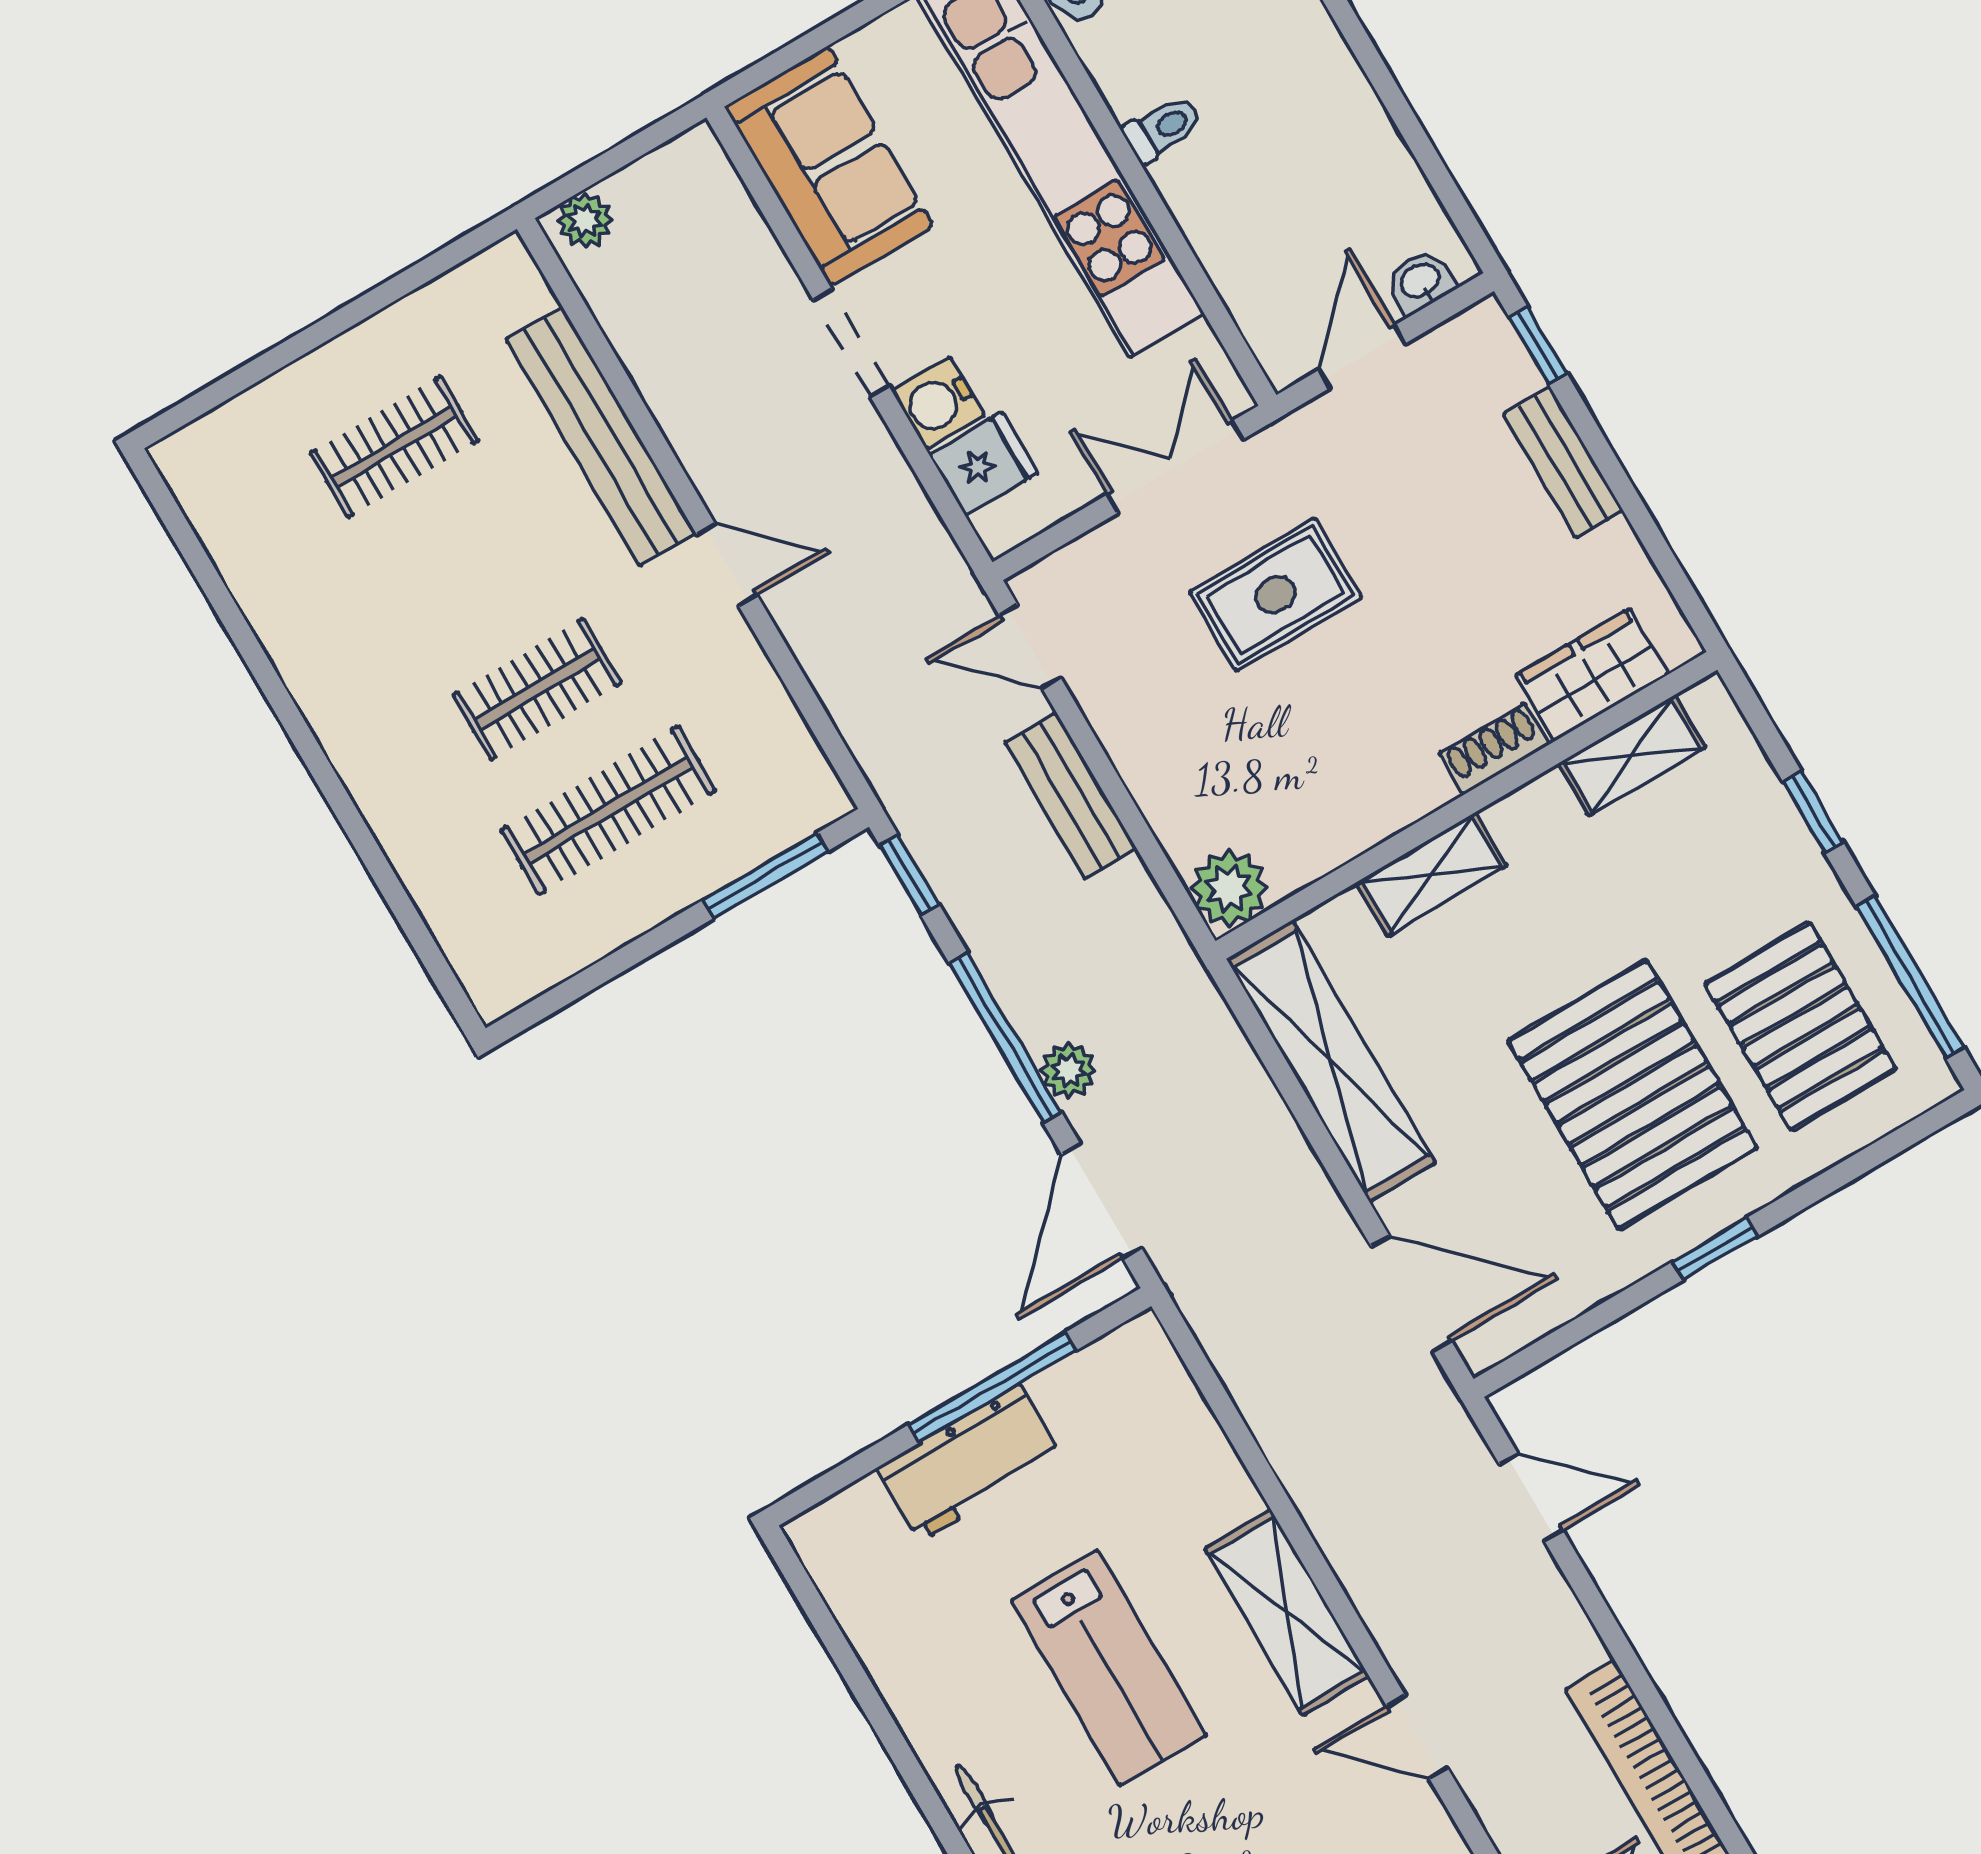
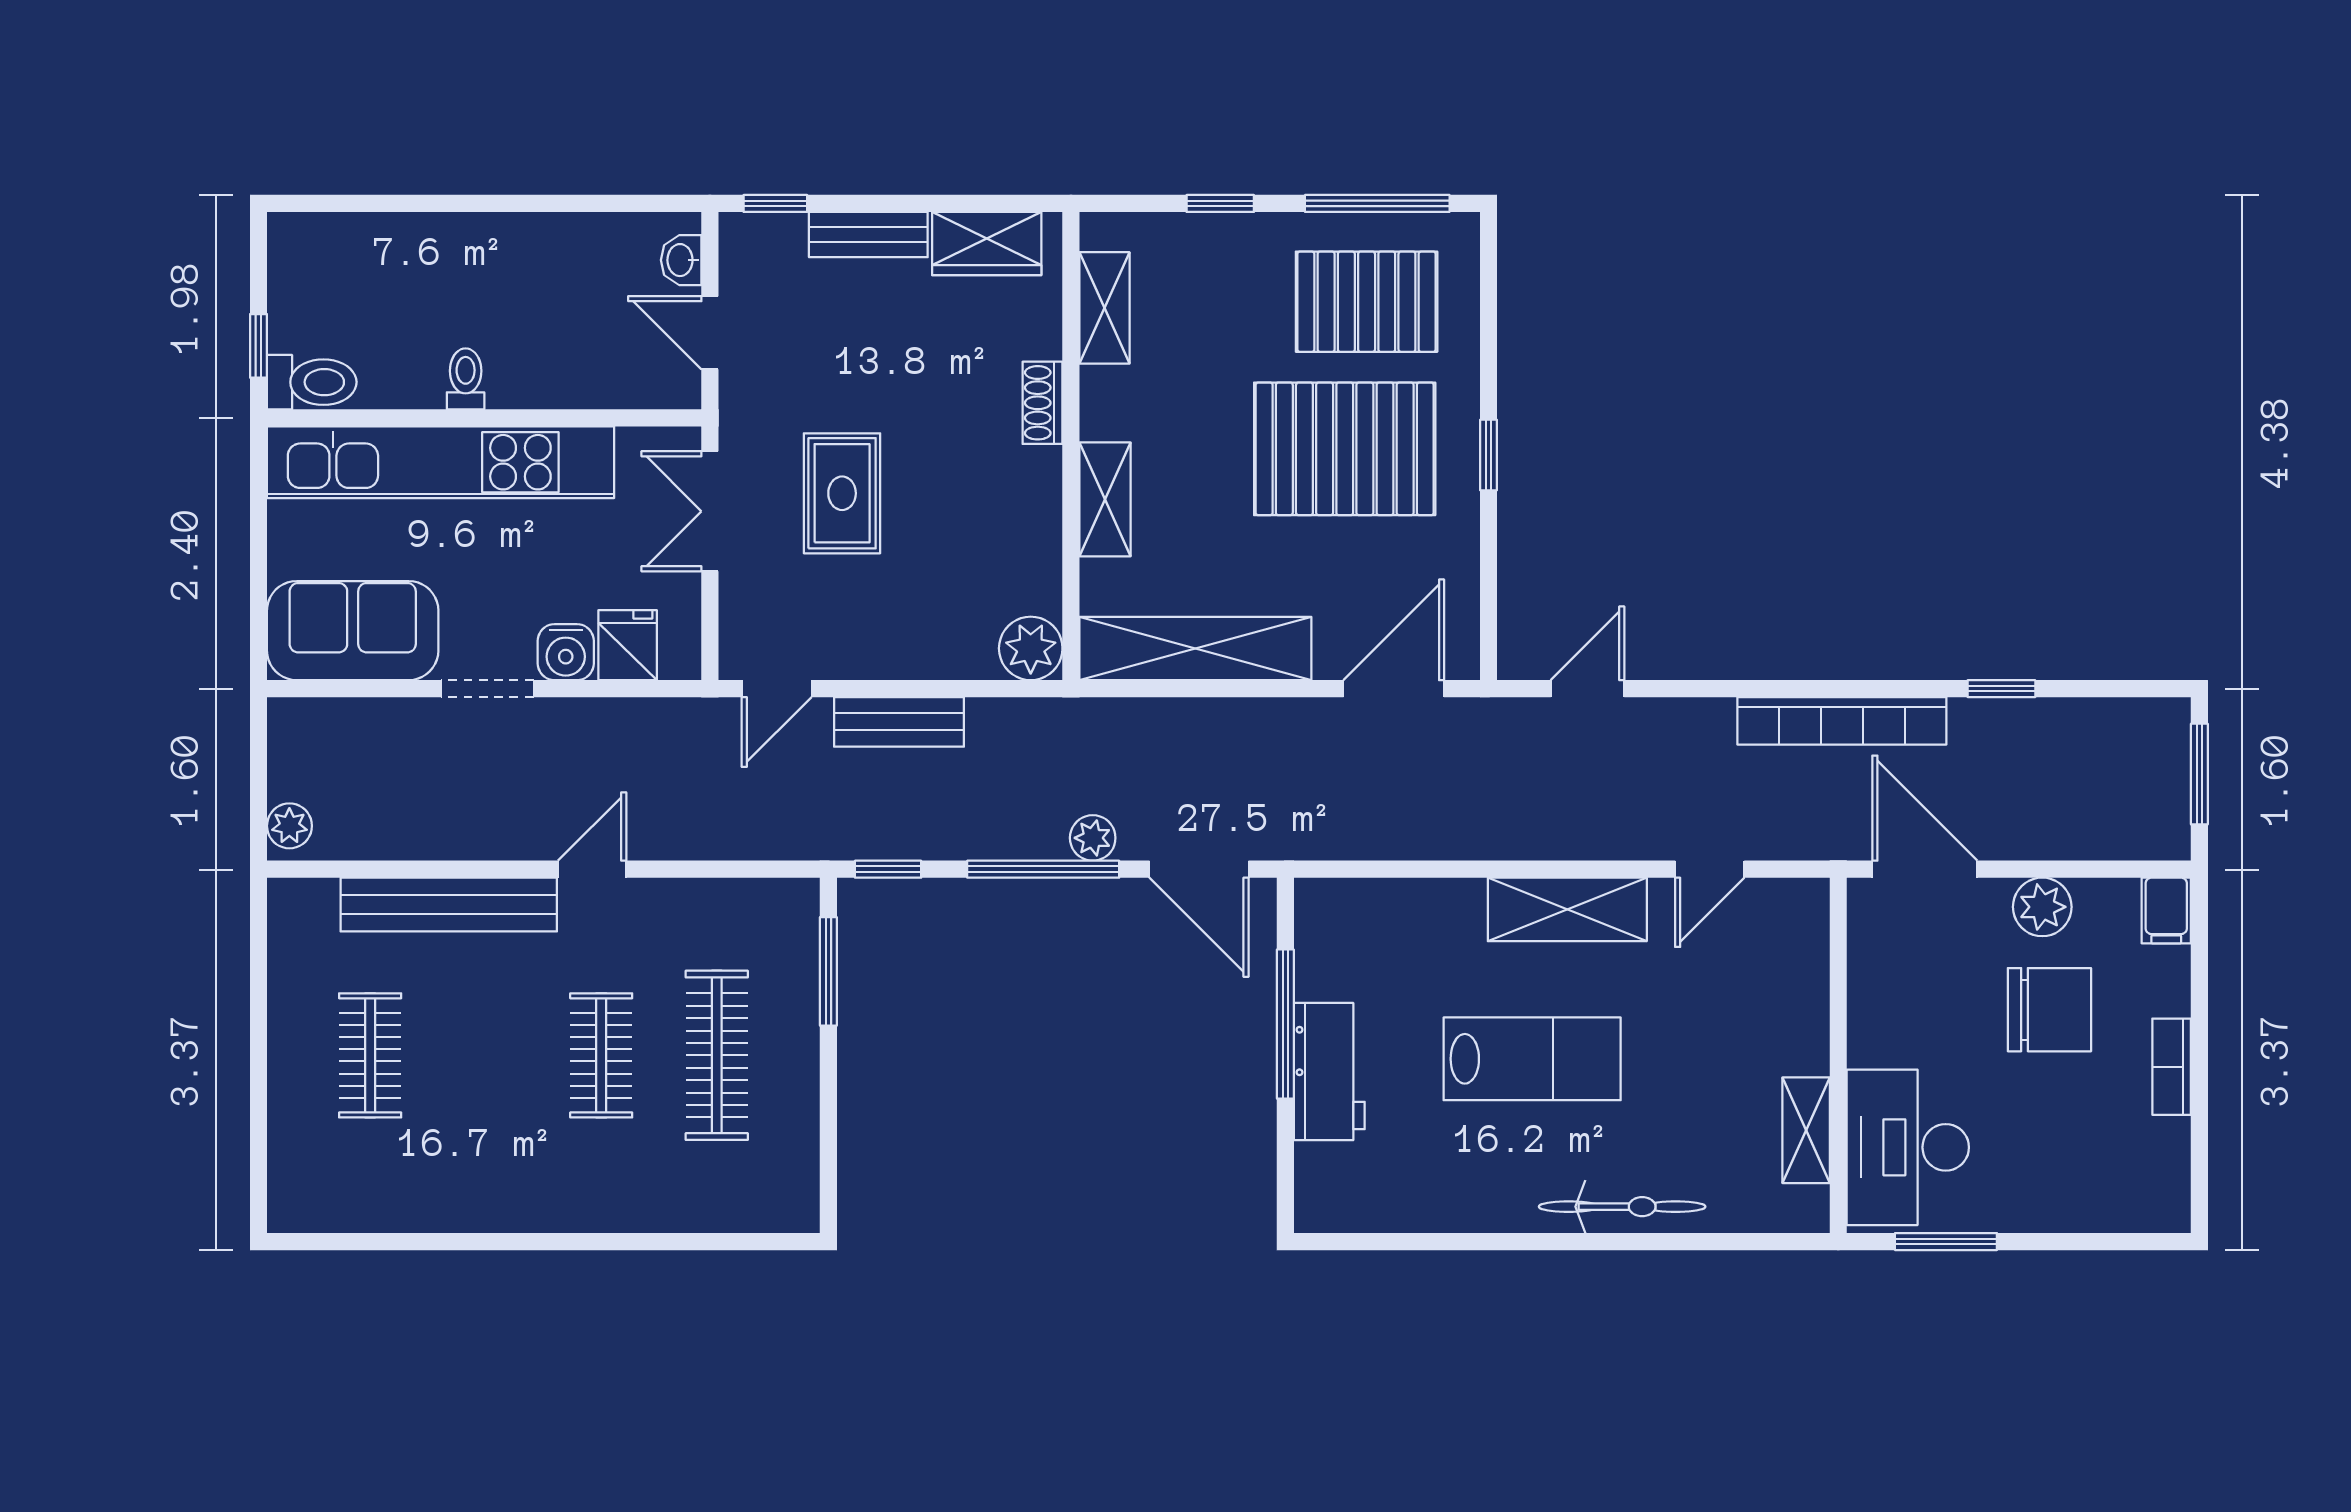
wardrobe: (1592, 675) -> (987, 244), moved, turned -90

